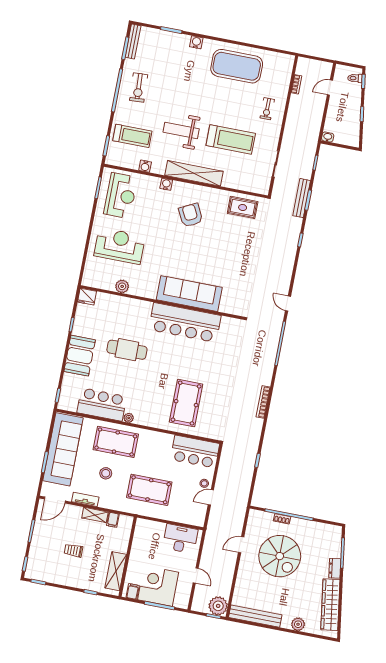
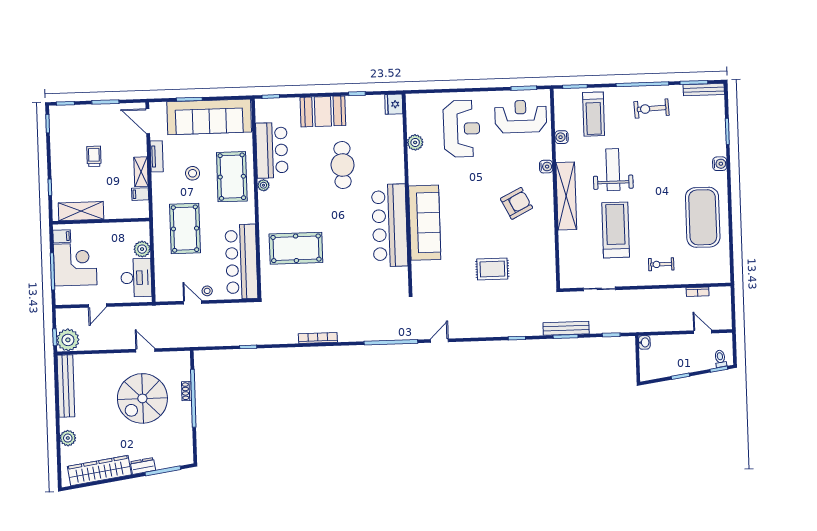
treadmill: (231, 139) -> (616, 230), turned 180
reception desk: (121, 196) -> (521, 116), turned 180
rug: (243, 207) -> (492, 269), moved, turned 90
bar counter: (195, 452) -> (241, 262), width x1.36
plant: (158, 529) -> (142, 249), added

